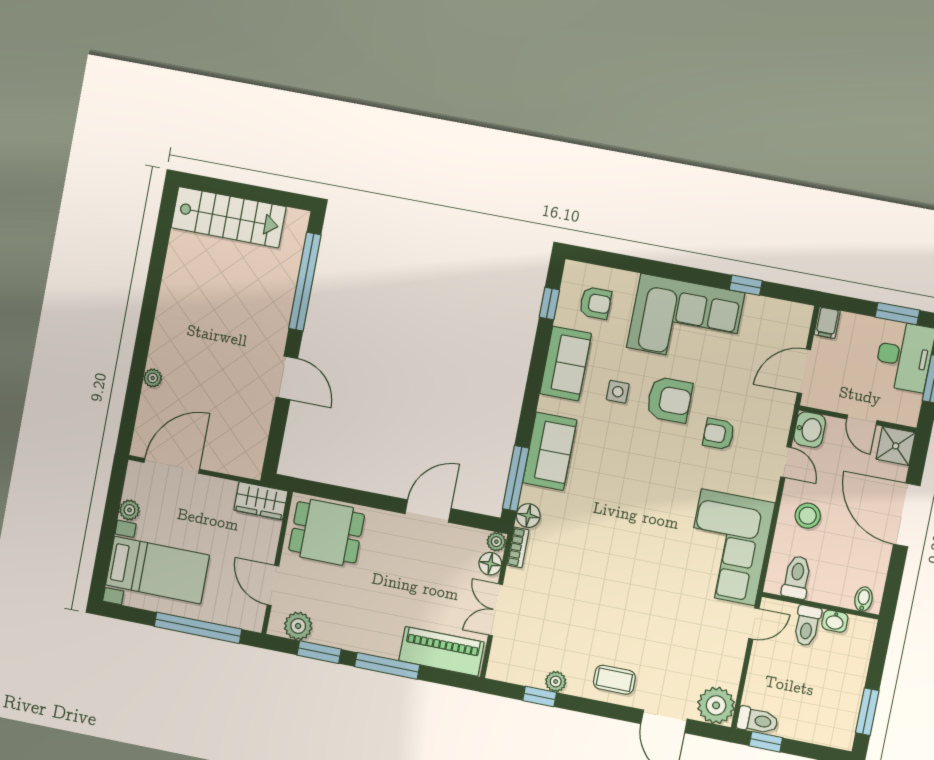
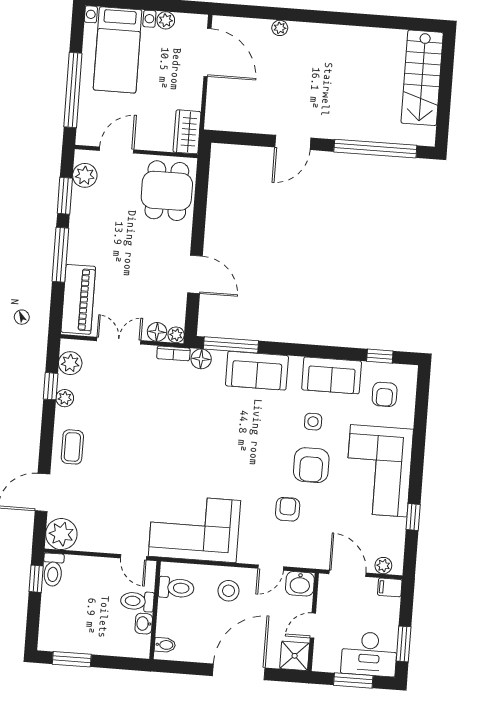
plant: (800, 327) -> (383, 566), added
plant: (515, 670) -> (70, 363), added

